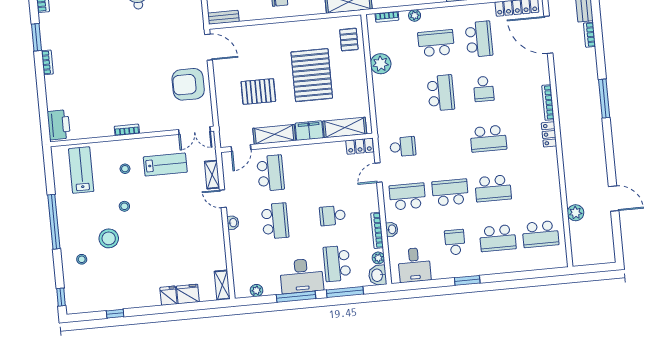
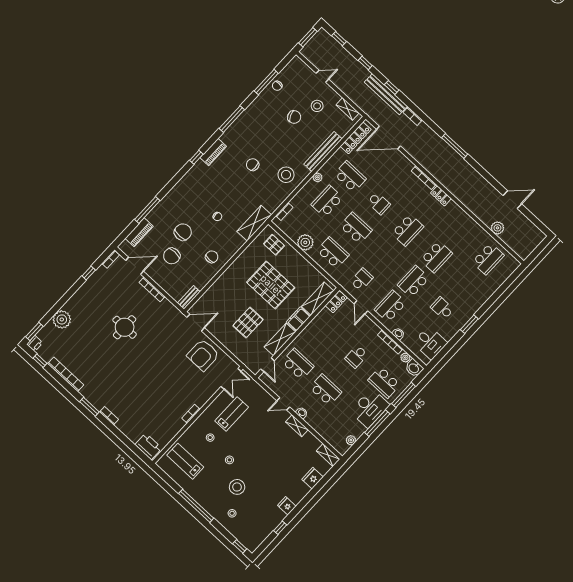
plant: (415, 15) -> (318, 177), moved
shelving: (212, 175) -> (297, 426), moved
school desk: (498, 238) -> (333, 253), moved, turned -90
fridge: (168, 296) -> (287, 506), moved

